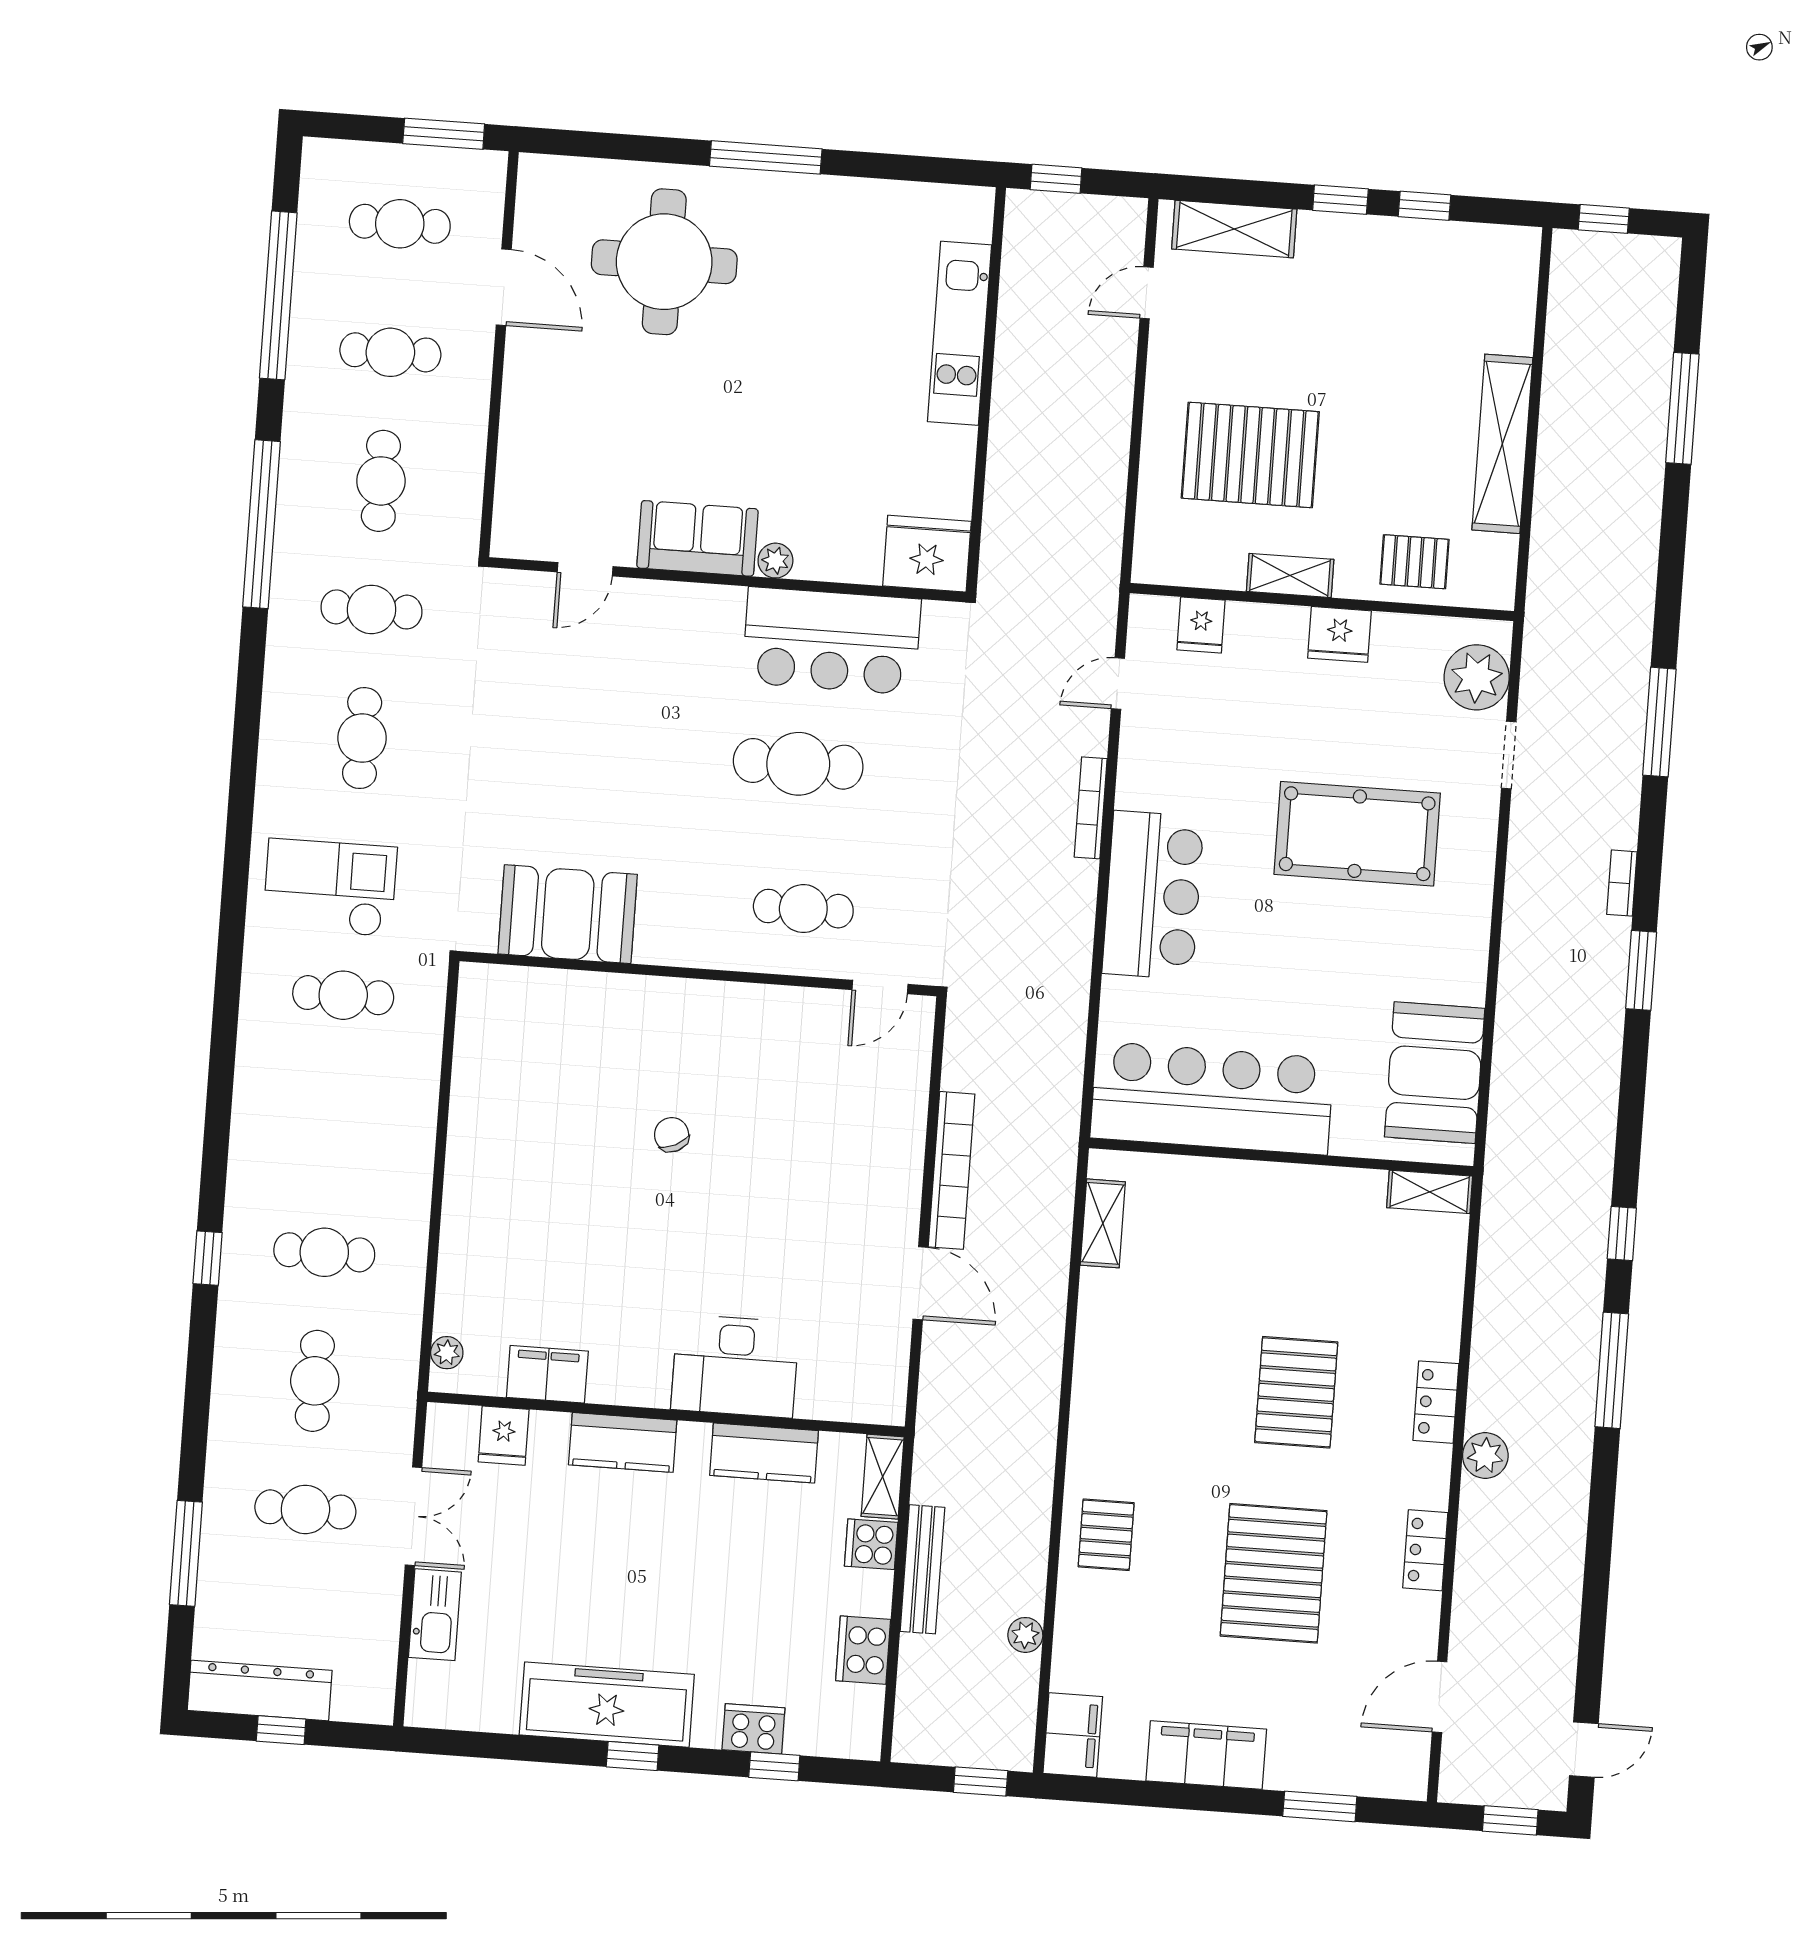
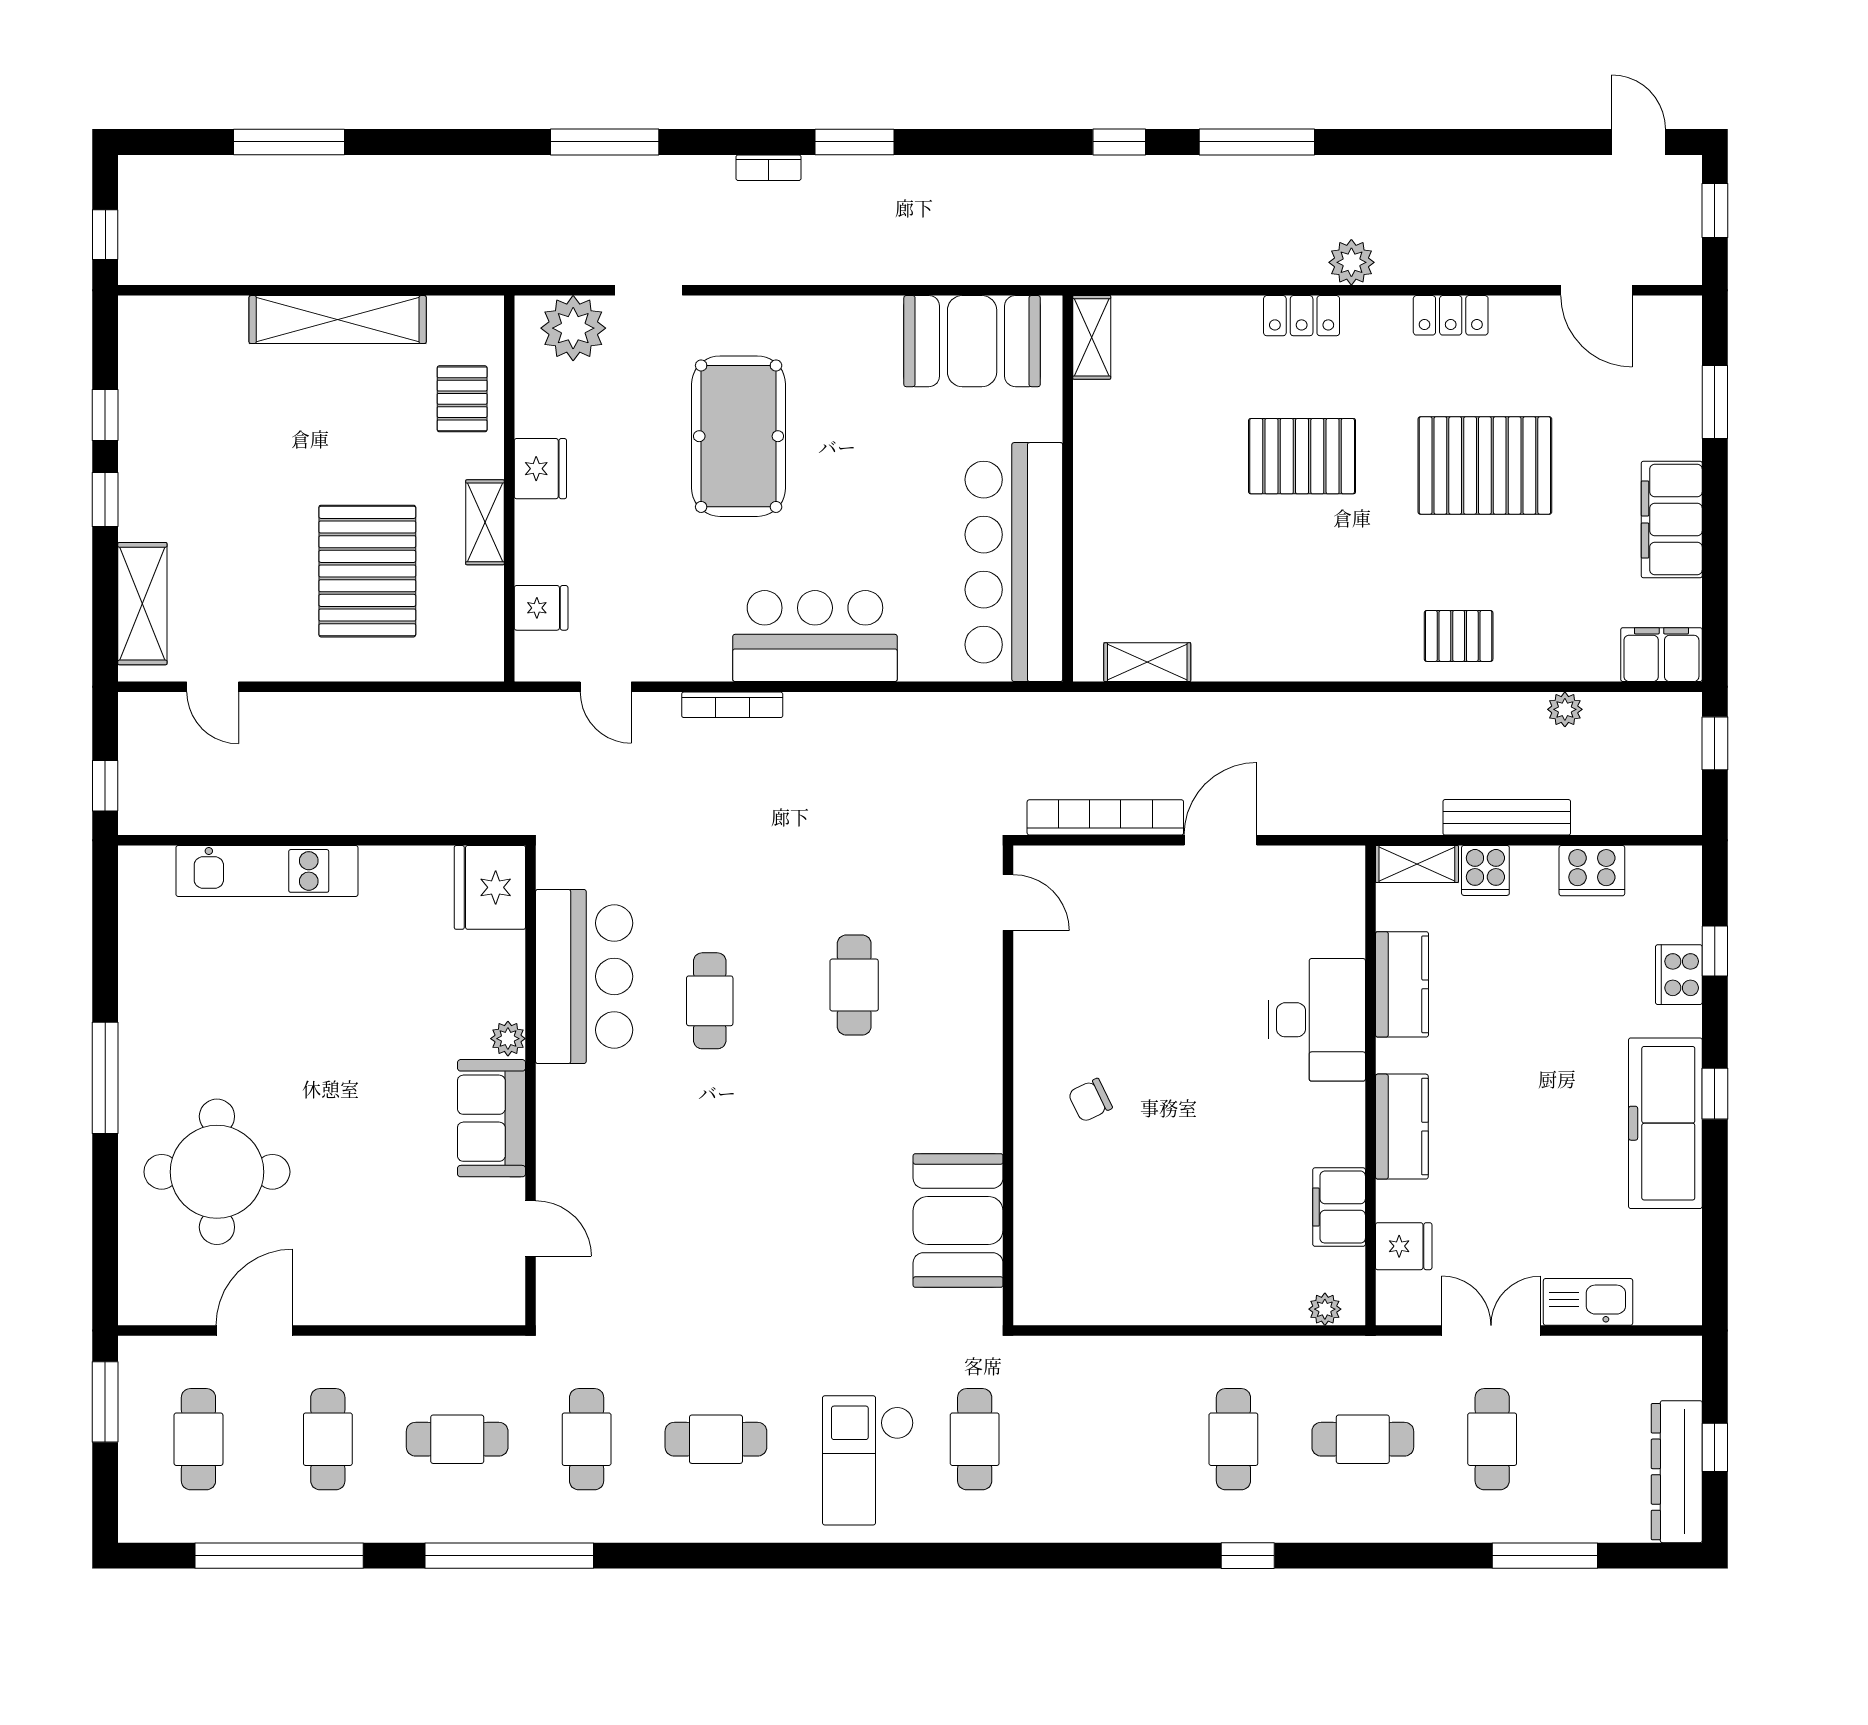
cafe table: (798, 764) -> (710, 1001), width x0.73, depth x0.74
booth: (568, 914) -> (958, 1220), moved
wall: (698, 974) -> (1008, 1085), moved
door: (880, 987) -> (1008, 903), moved

